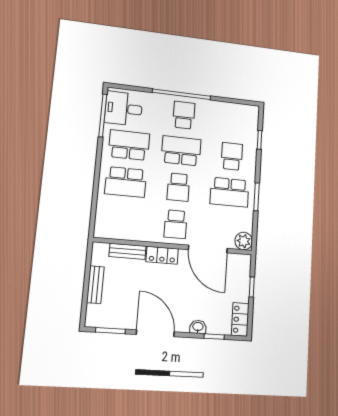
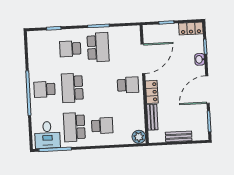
school desk: (126, 182) -> (102, 126), width x0.54
school desk: (178, 187) -> (100, 86), removed
plant: (244, 241) -> (139, 137), moved

